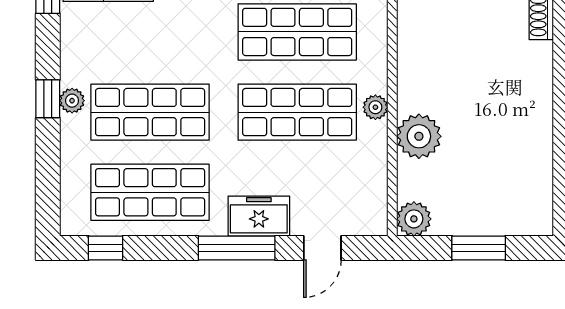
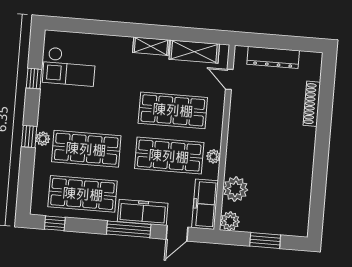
plant: (419, 136) -> (235, 189), moved
freezer: (368, 193) -> (205, 204), added
freezer: (259, 216) -> (143, 212), width x1.40

